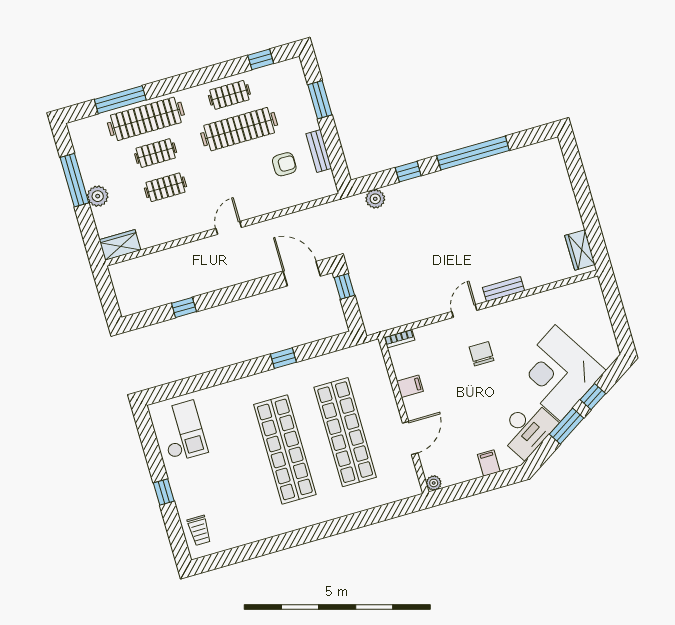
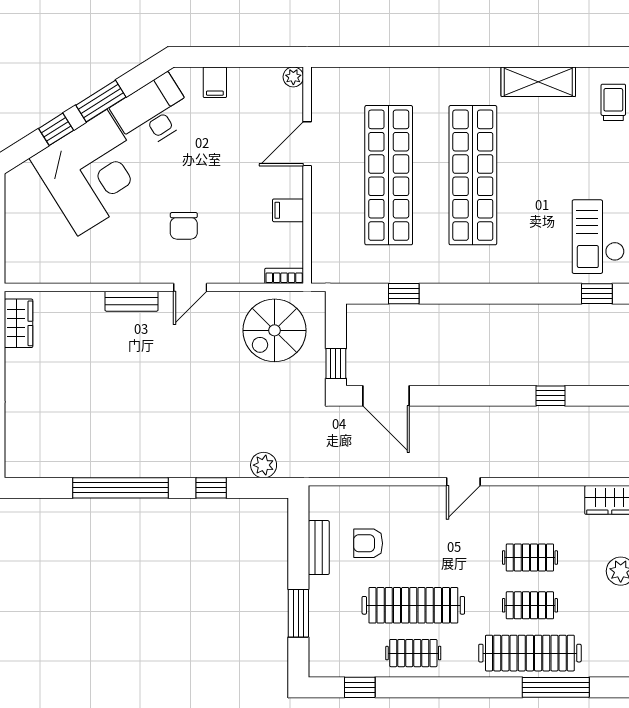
spiral stairs: (395, 298) -> (274, 330), added
window: (283, 358) -> (404, 294), moved
window: (172, 390) -> (597, 294), added
shelving: (257, 530) -> (538, 82), added

